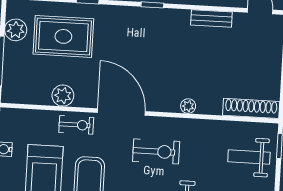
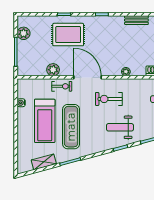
rug: (63, 36) -> (68, 35), moved
exercise bike: (156, 151) -> (109, 99), turned 180

